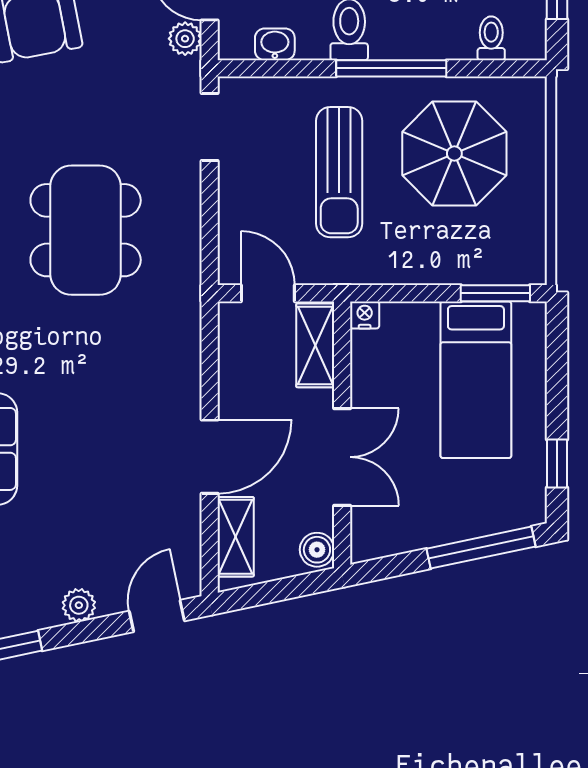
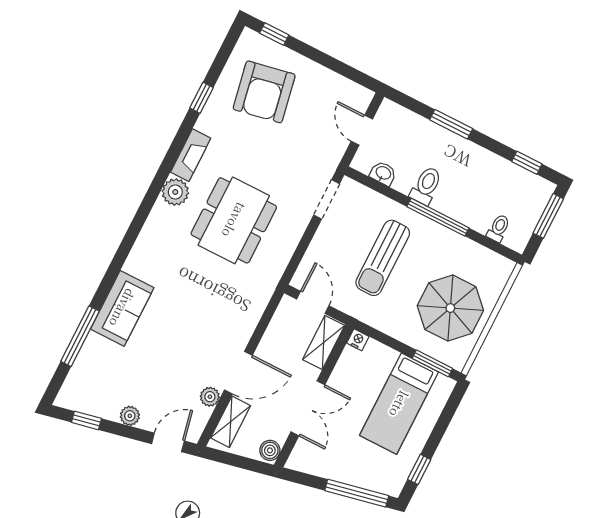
plant: (185, 39) -> (210, 397), moved
parasol: (454, 154) -> (450, 308), moved

